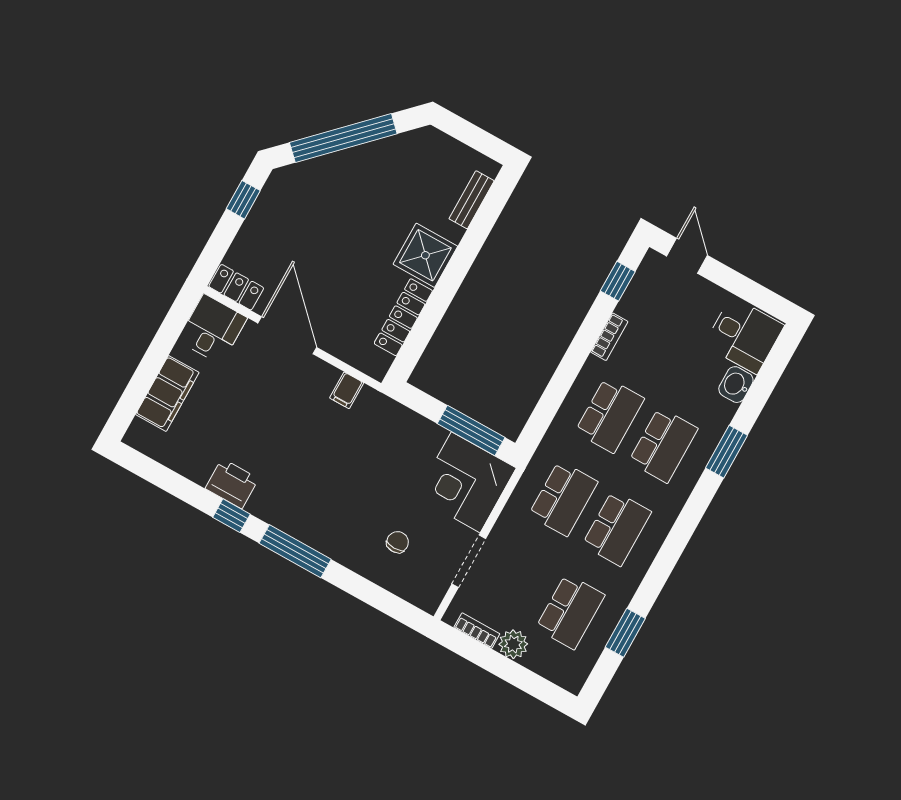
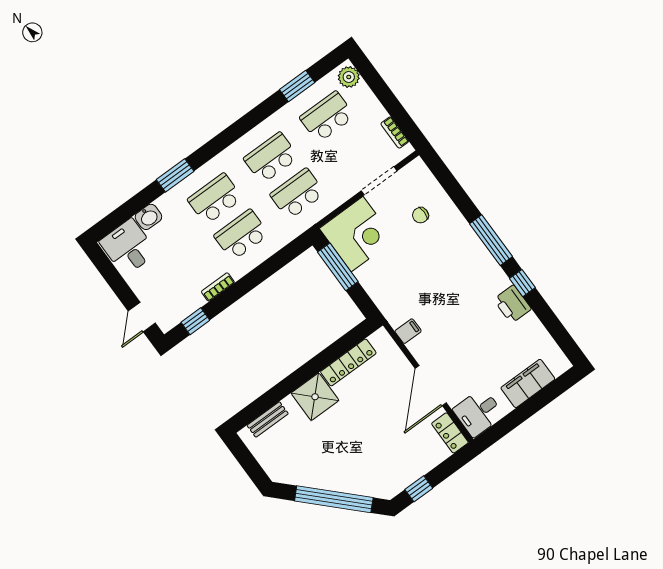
plant: (513, 644) -> (349, 77), moved

